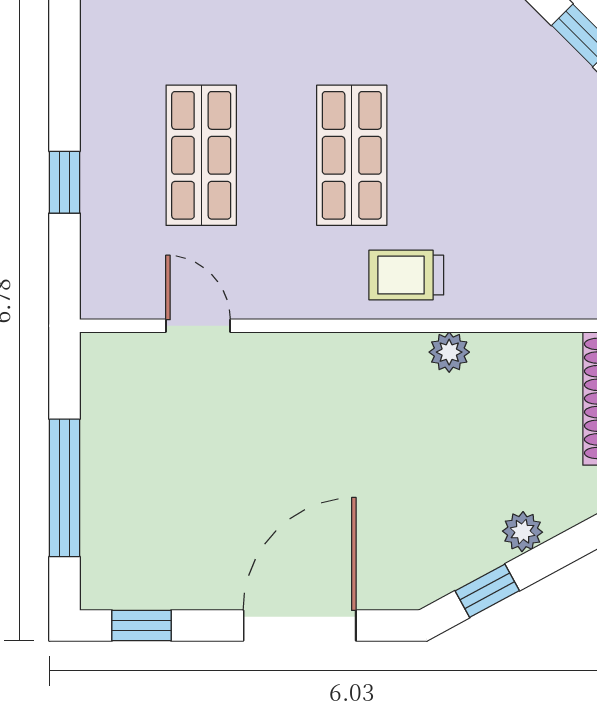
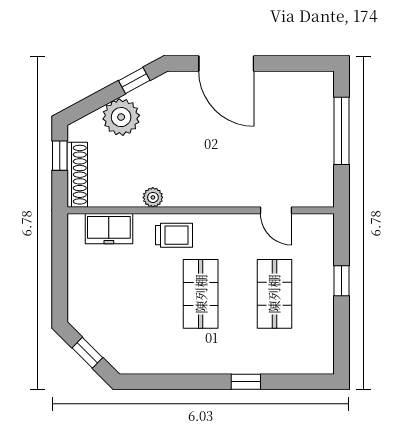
freezer: (539, 288) -> (109, 229), added
plant: (523, 532) -> (121, 117), width x1.87, depth x1.87
window: (142, 626) -> (304, 63), removed
door: (300, 626) -> (226, 63), hinge flipped

